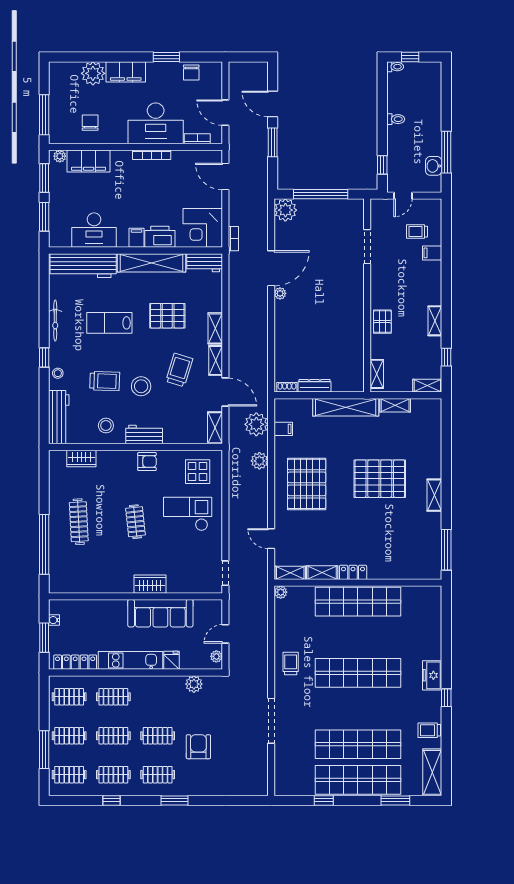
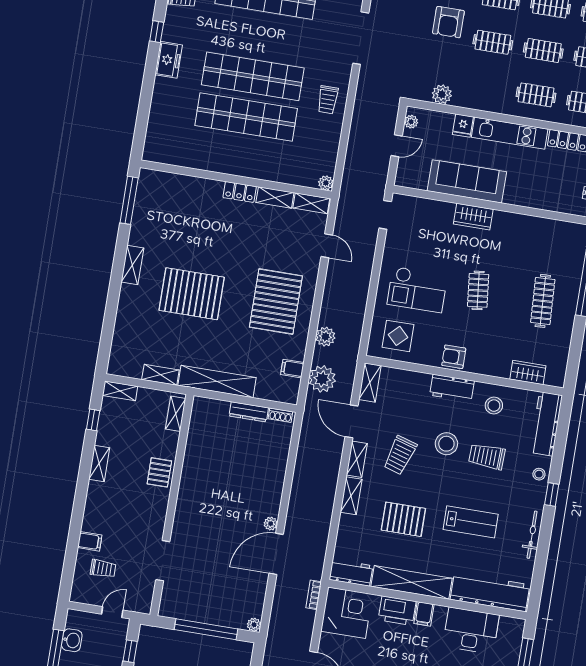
plant: (285, 210) -> (254, 625), width x0.53, depth x0.53
shop shelf: (358, 602) -> (246, 117), moved

